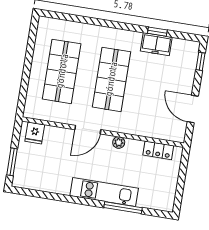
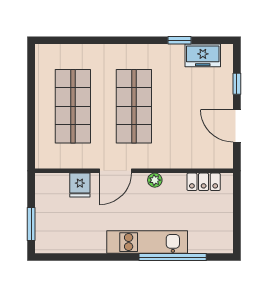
freezer: (156, 44) -> (203, 55), moved
window: (200, 61) -> (237, 84), moved
fridge: (35, 133) -> (80, 185), moved
window: (123, 208) -> (173, 257), width x1.46

